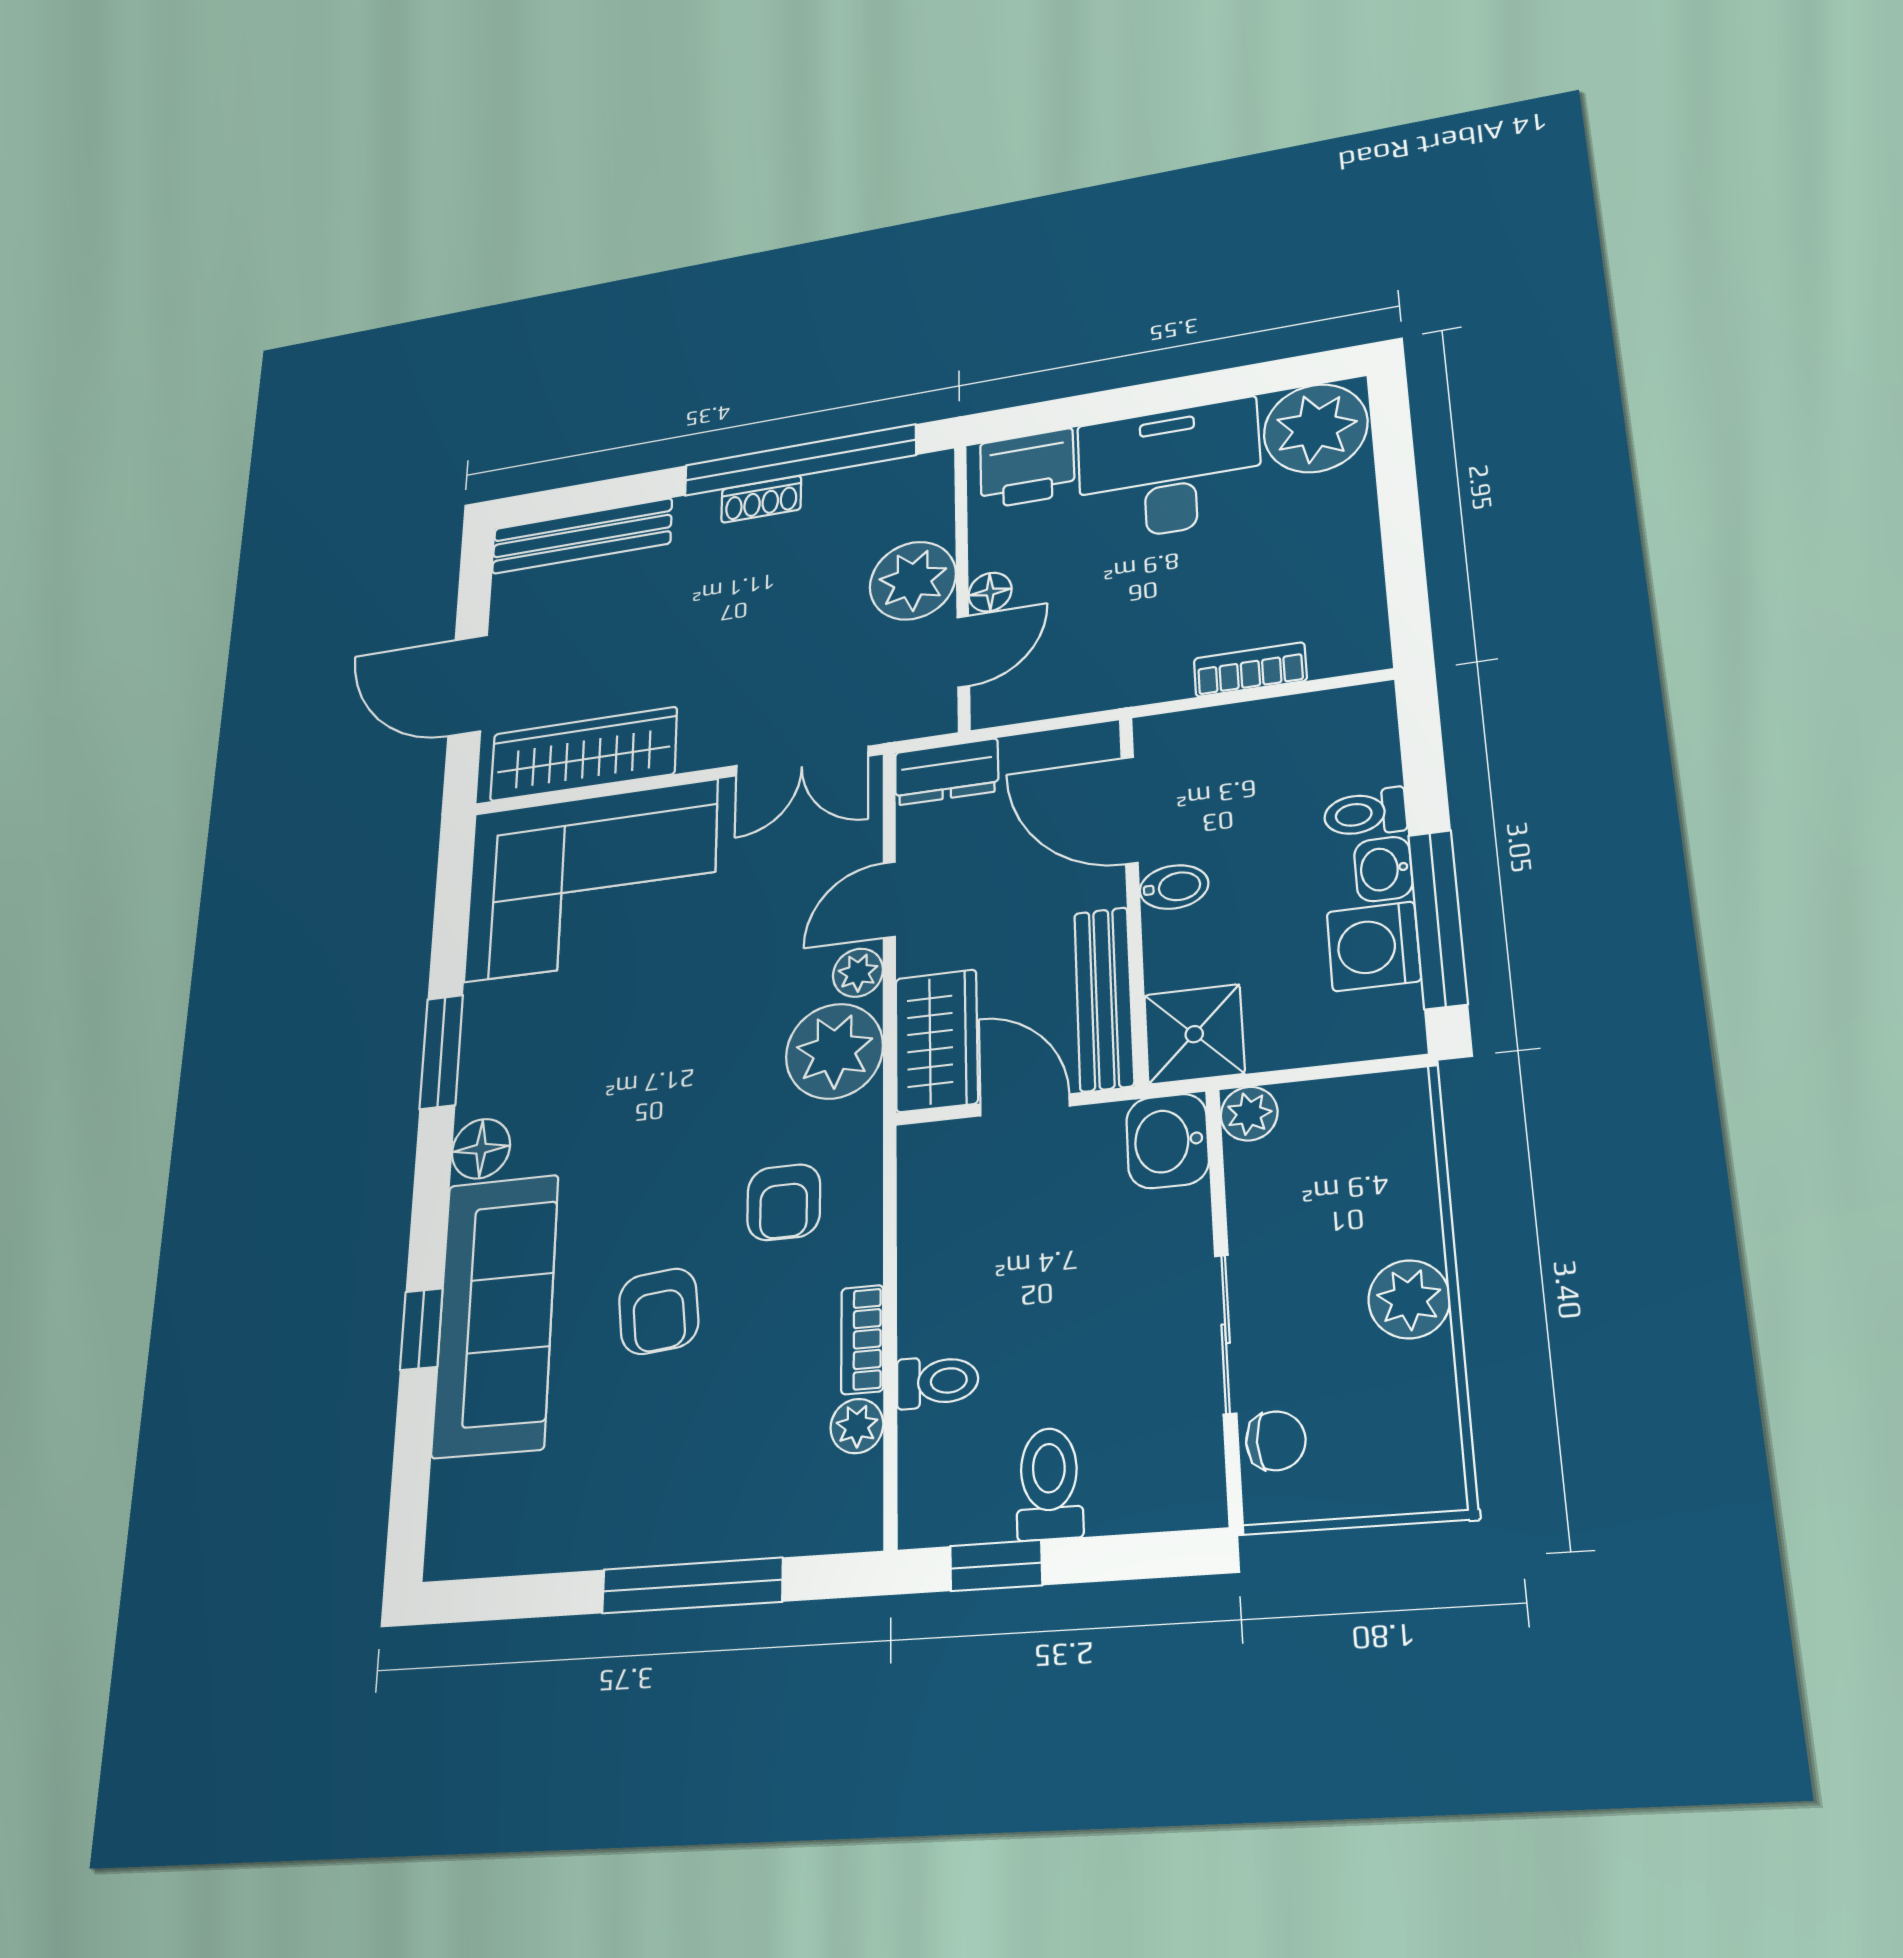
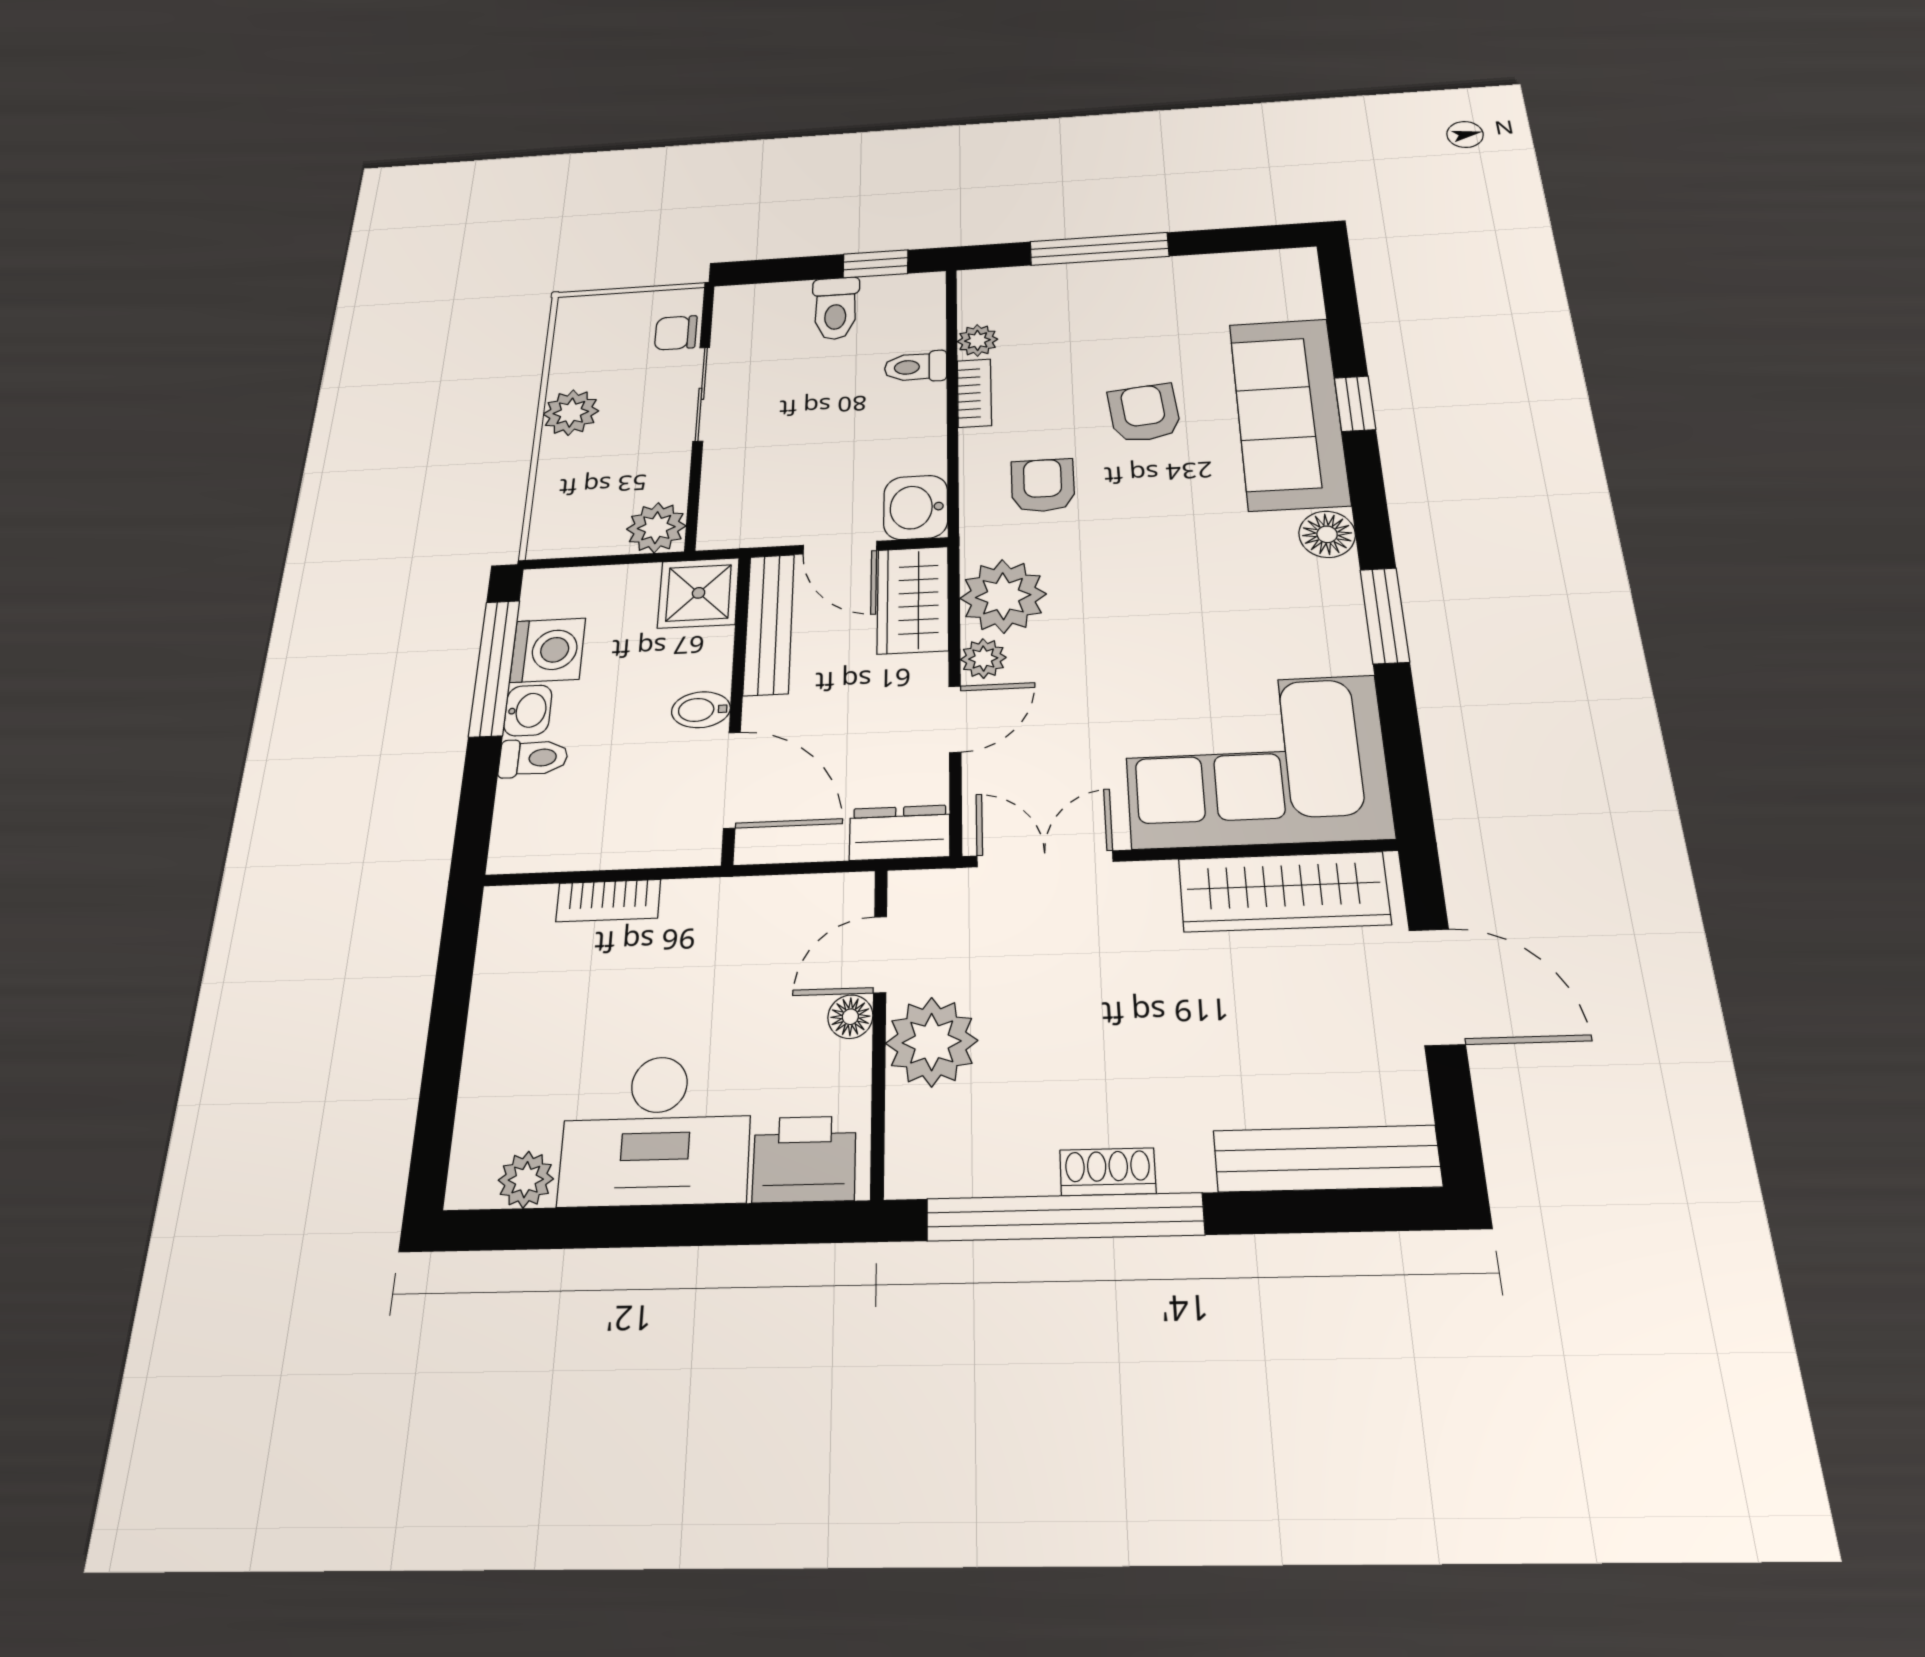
plant: (1316, 428) -> (526, 1180), width x0.53, depth x0.53
plant: (1249, 1114) -> (656, 528), width x1.38, depth x1.38
washbasin: (1167, 1141) -> (916, 507), moved, turned 180

